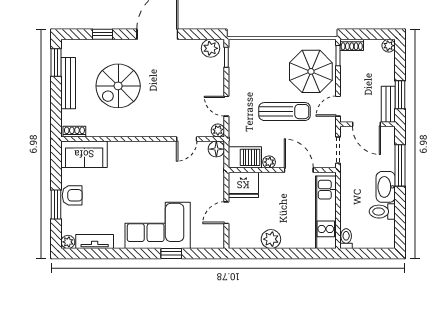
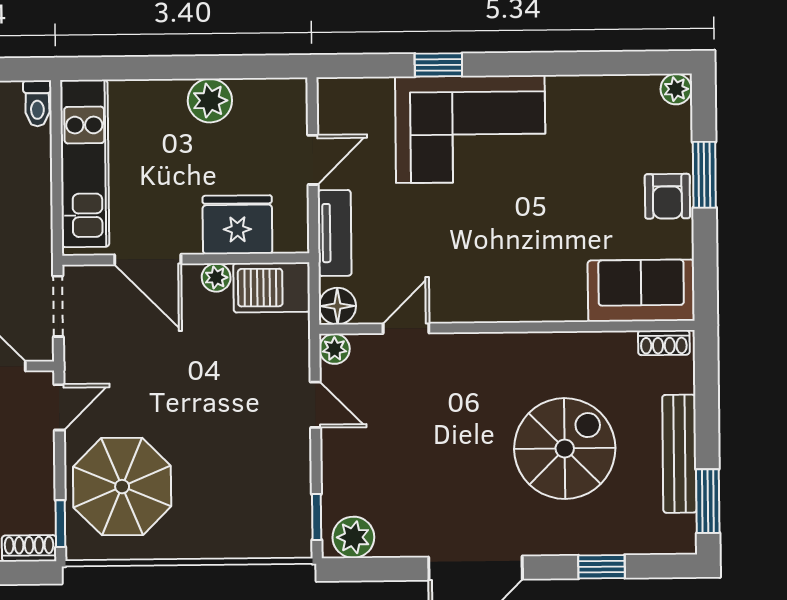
sun lounger: (285, 112) -> (182, 394), removed
fridge: (243, 185) -> (237, 225), moved
armchair: (72, 195) -> (667, 196), turned -90
tv unit: (95, 241) -> (335, 233), moved, turned -90

